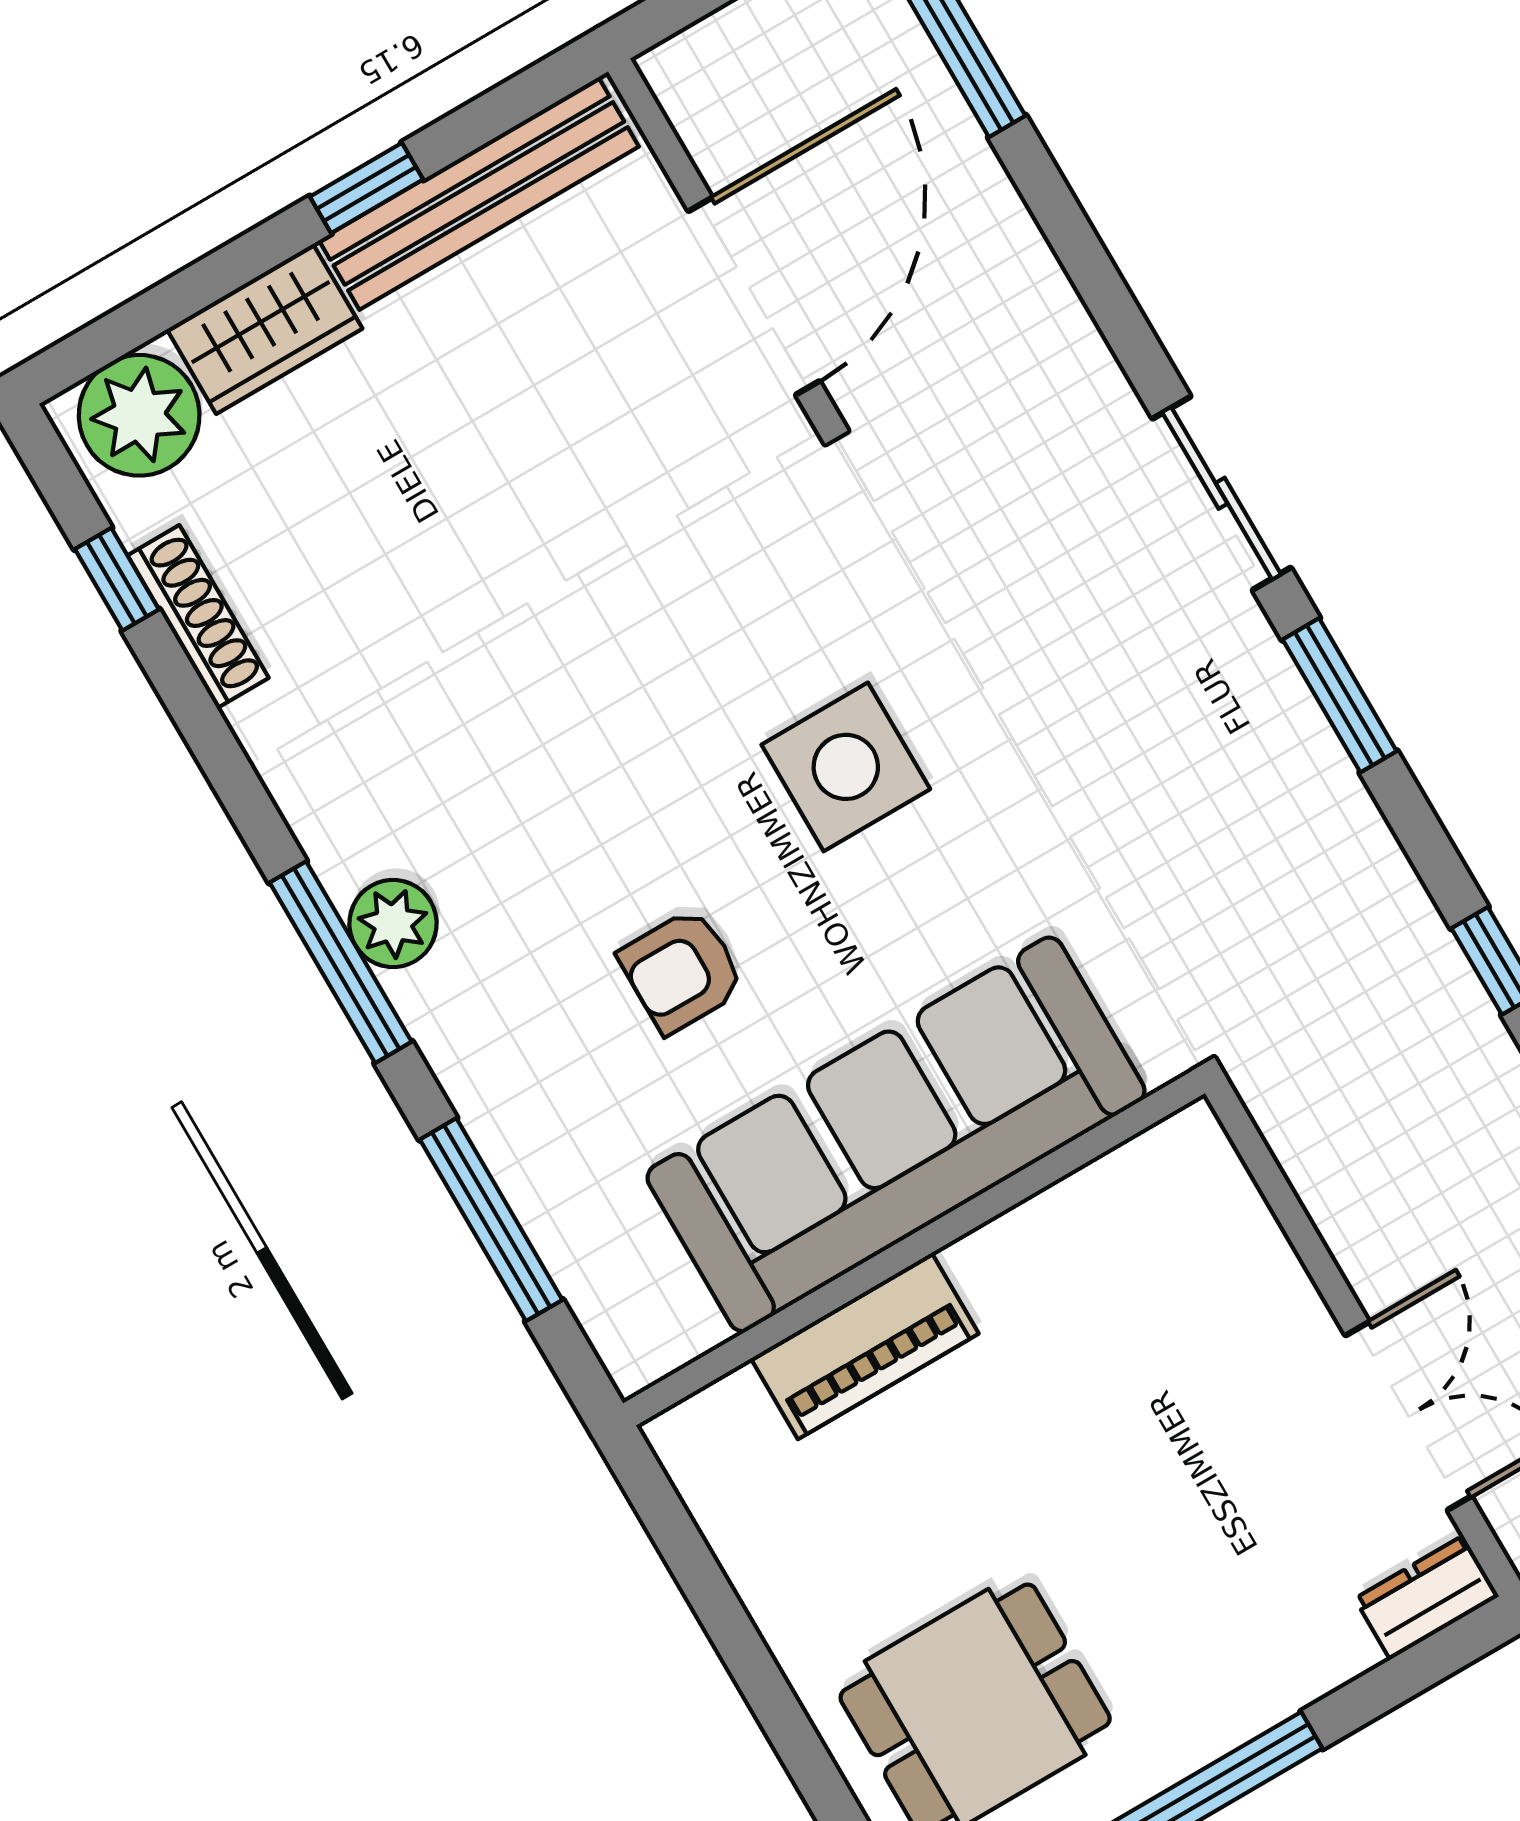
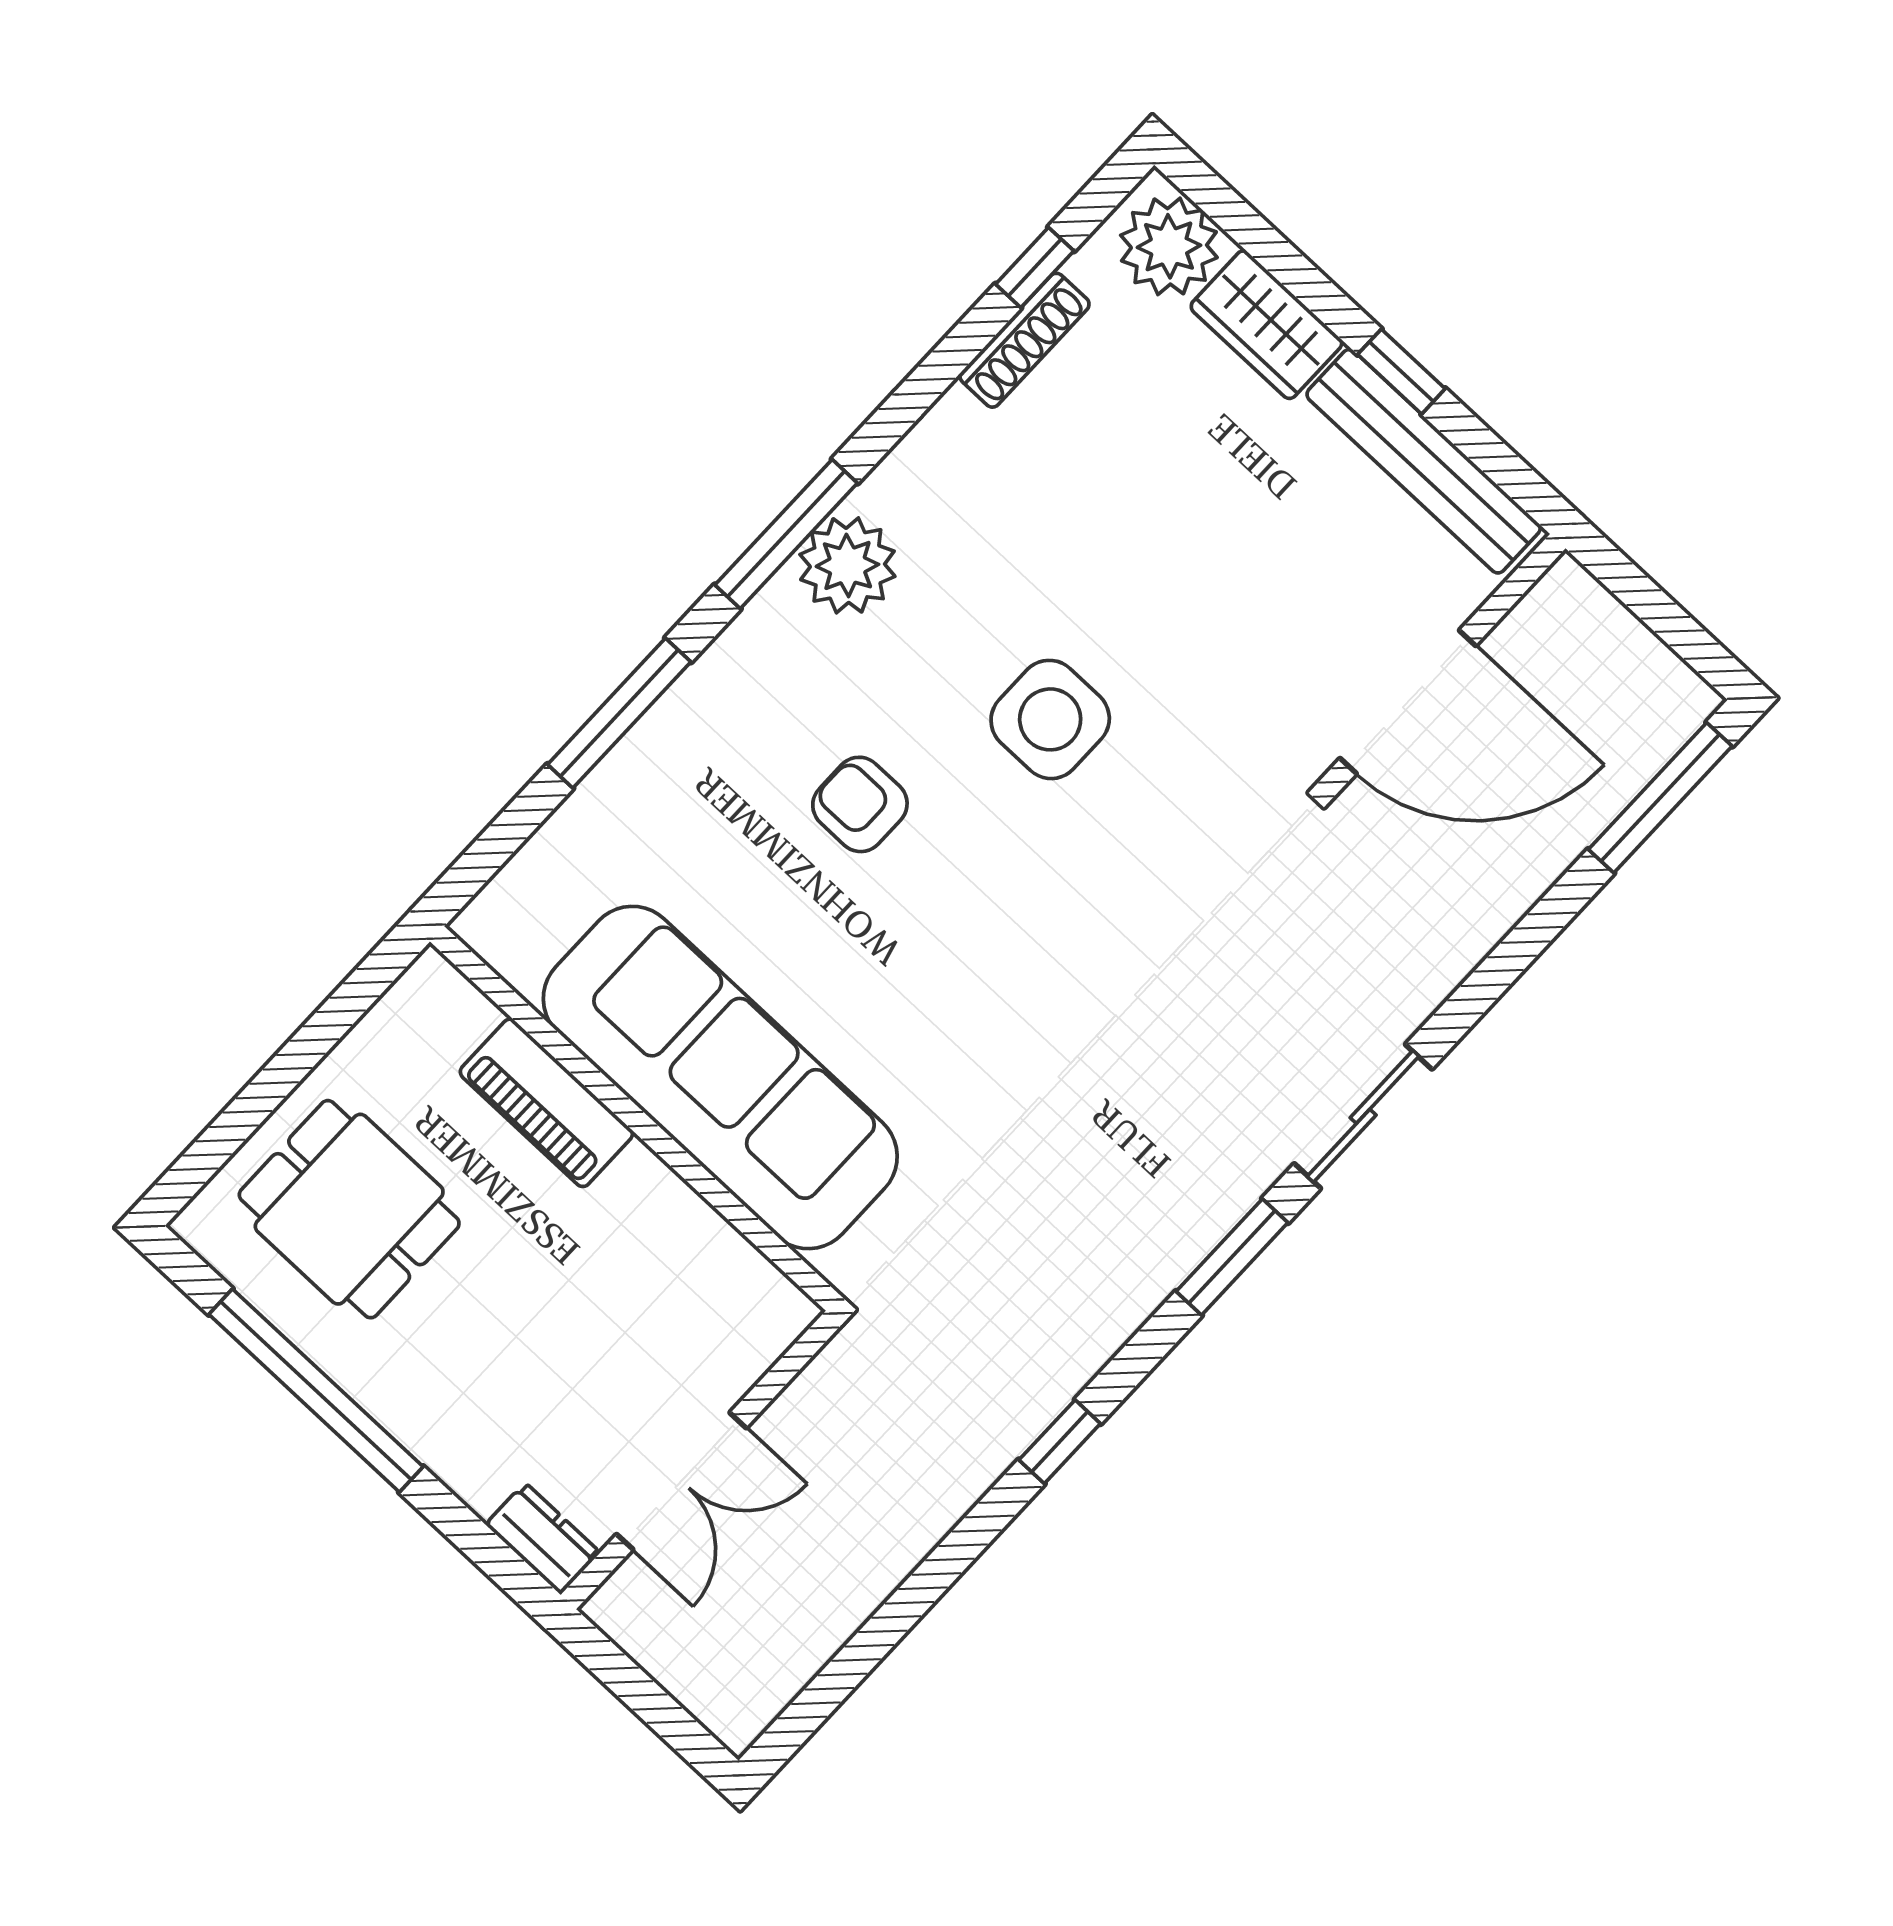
side table: (846, 767) -> (1050, 719), moved
plant: (393, 923) -> (847, 565), width x1.36, depth x1.36
sofa: (896, 1134) -> (720, 1078), moved
wall: (914, 1248) -> (635, 1119), moved
piano: (865, 1346) -> (546, 1103), moved

